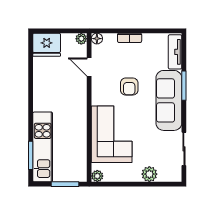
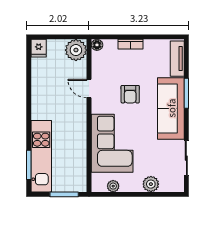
plant: (81, 39) -> (76, 50), width x1.87, depth x1.87
fridge: (47, 45) -> (39, 48), width x0.53, depth x0.75
door: (89, 67) -> (89, 88), moved
plant: (97, 176) -> (113, 186), moved

